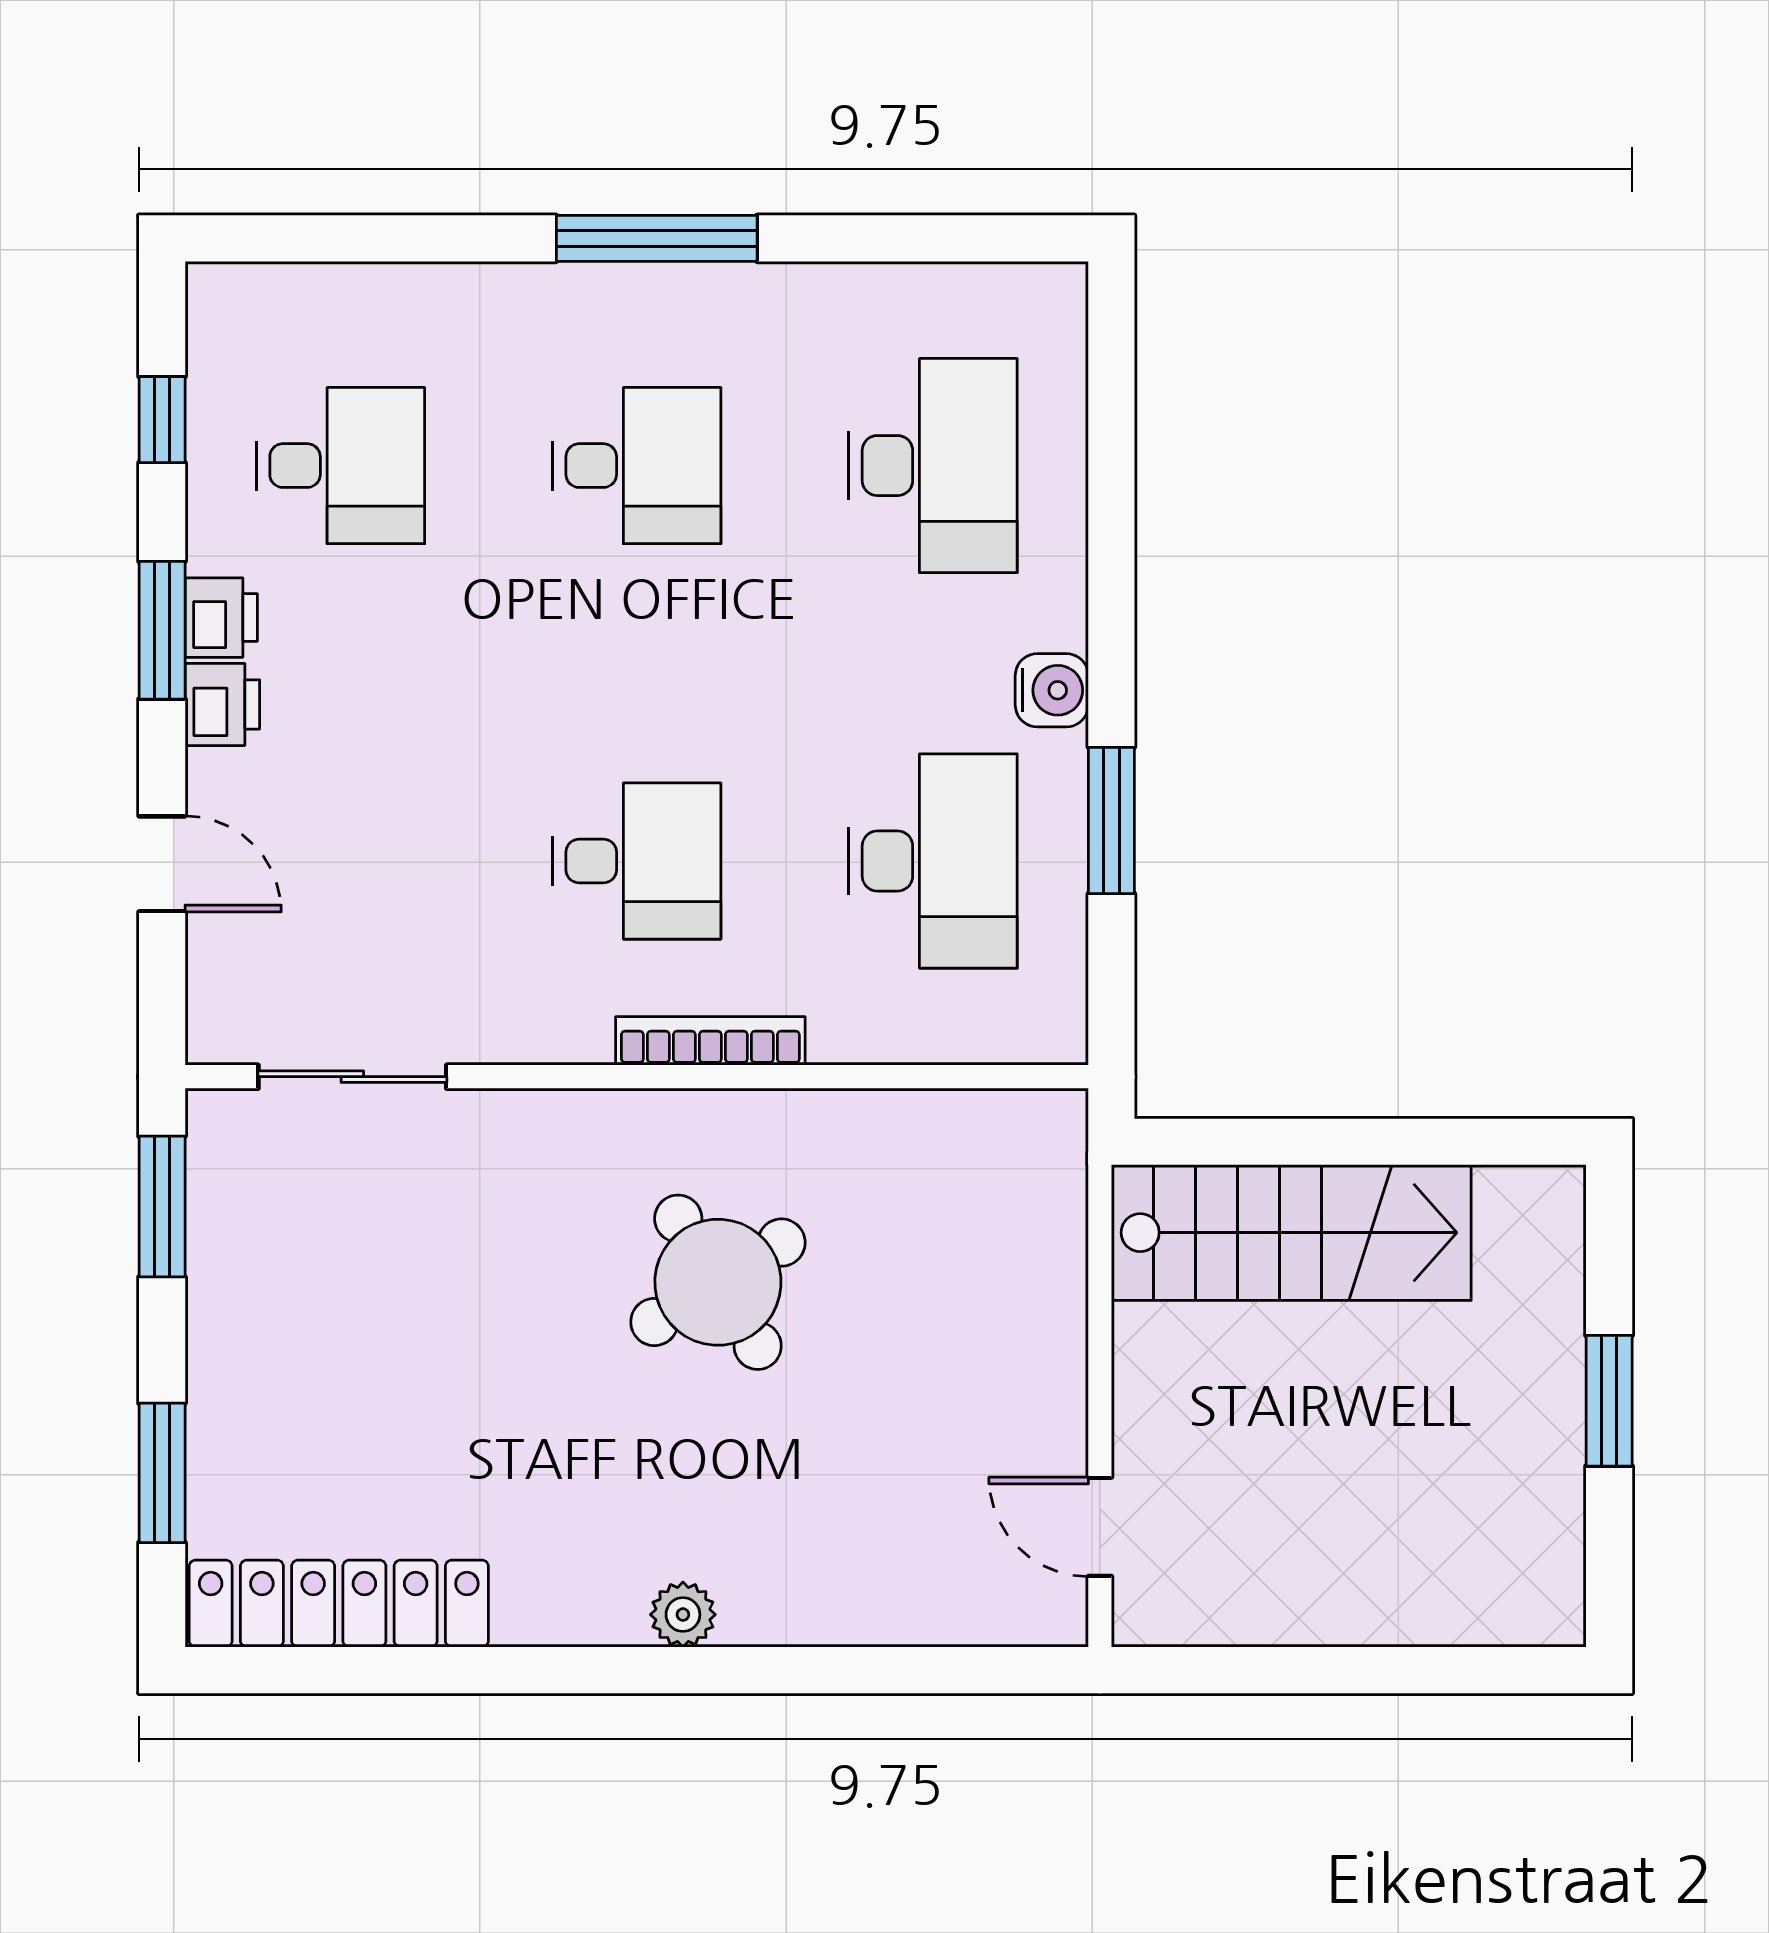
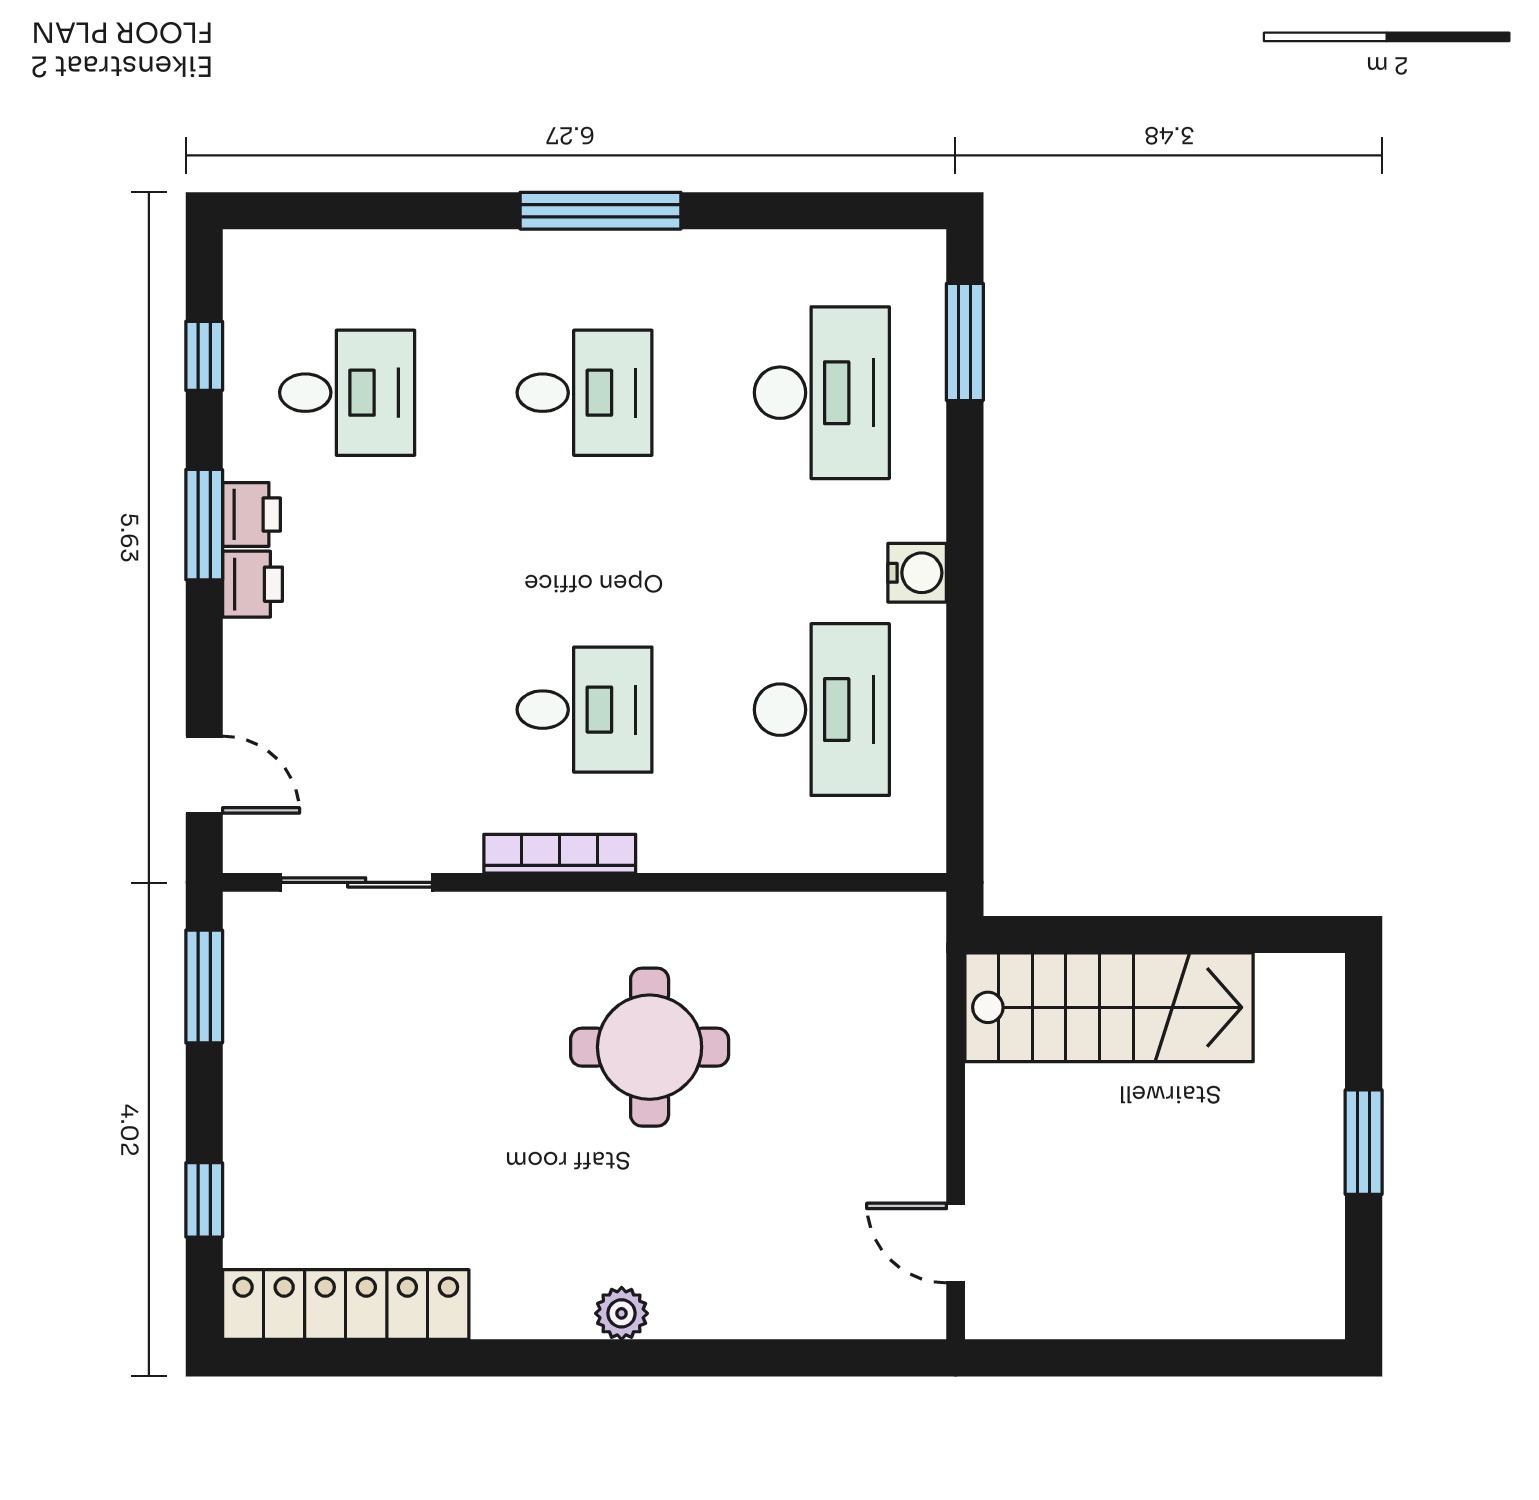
window: (1111, 820) -> (965, 342), moved
door: (162, 864) -> (204, 775), moved
bookcase: (710, 1041) -> (560, 854), moved
round table: (718, 1282) -> (650, 1047), turned 32
window: (162, 1473) -> (204, 1200), width x0.67

